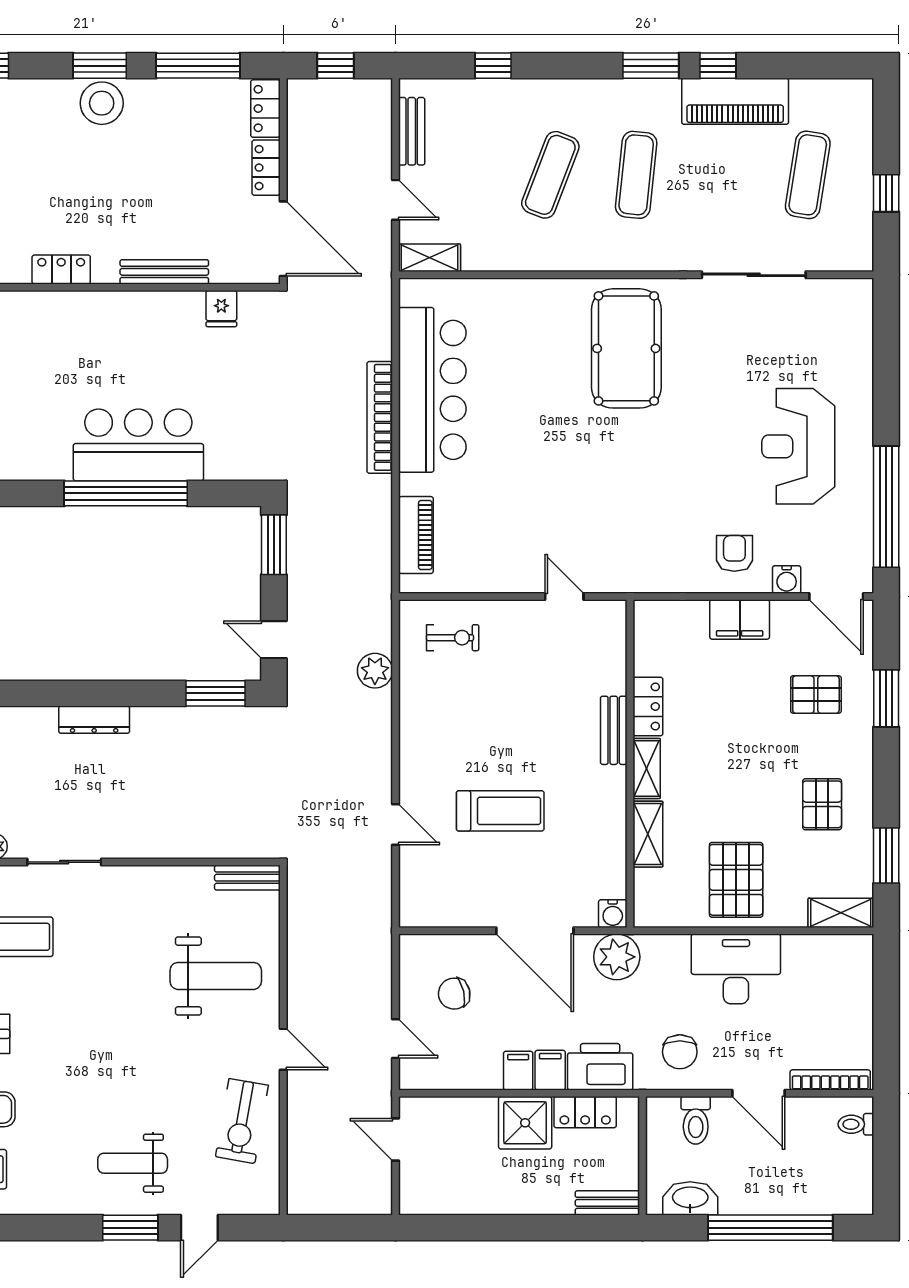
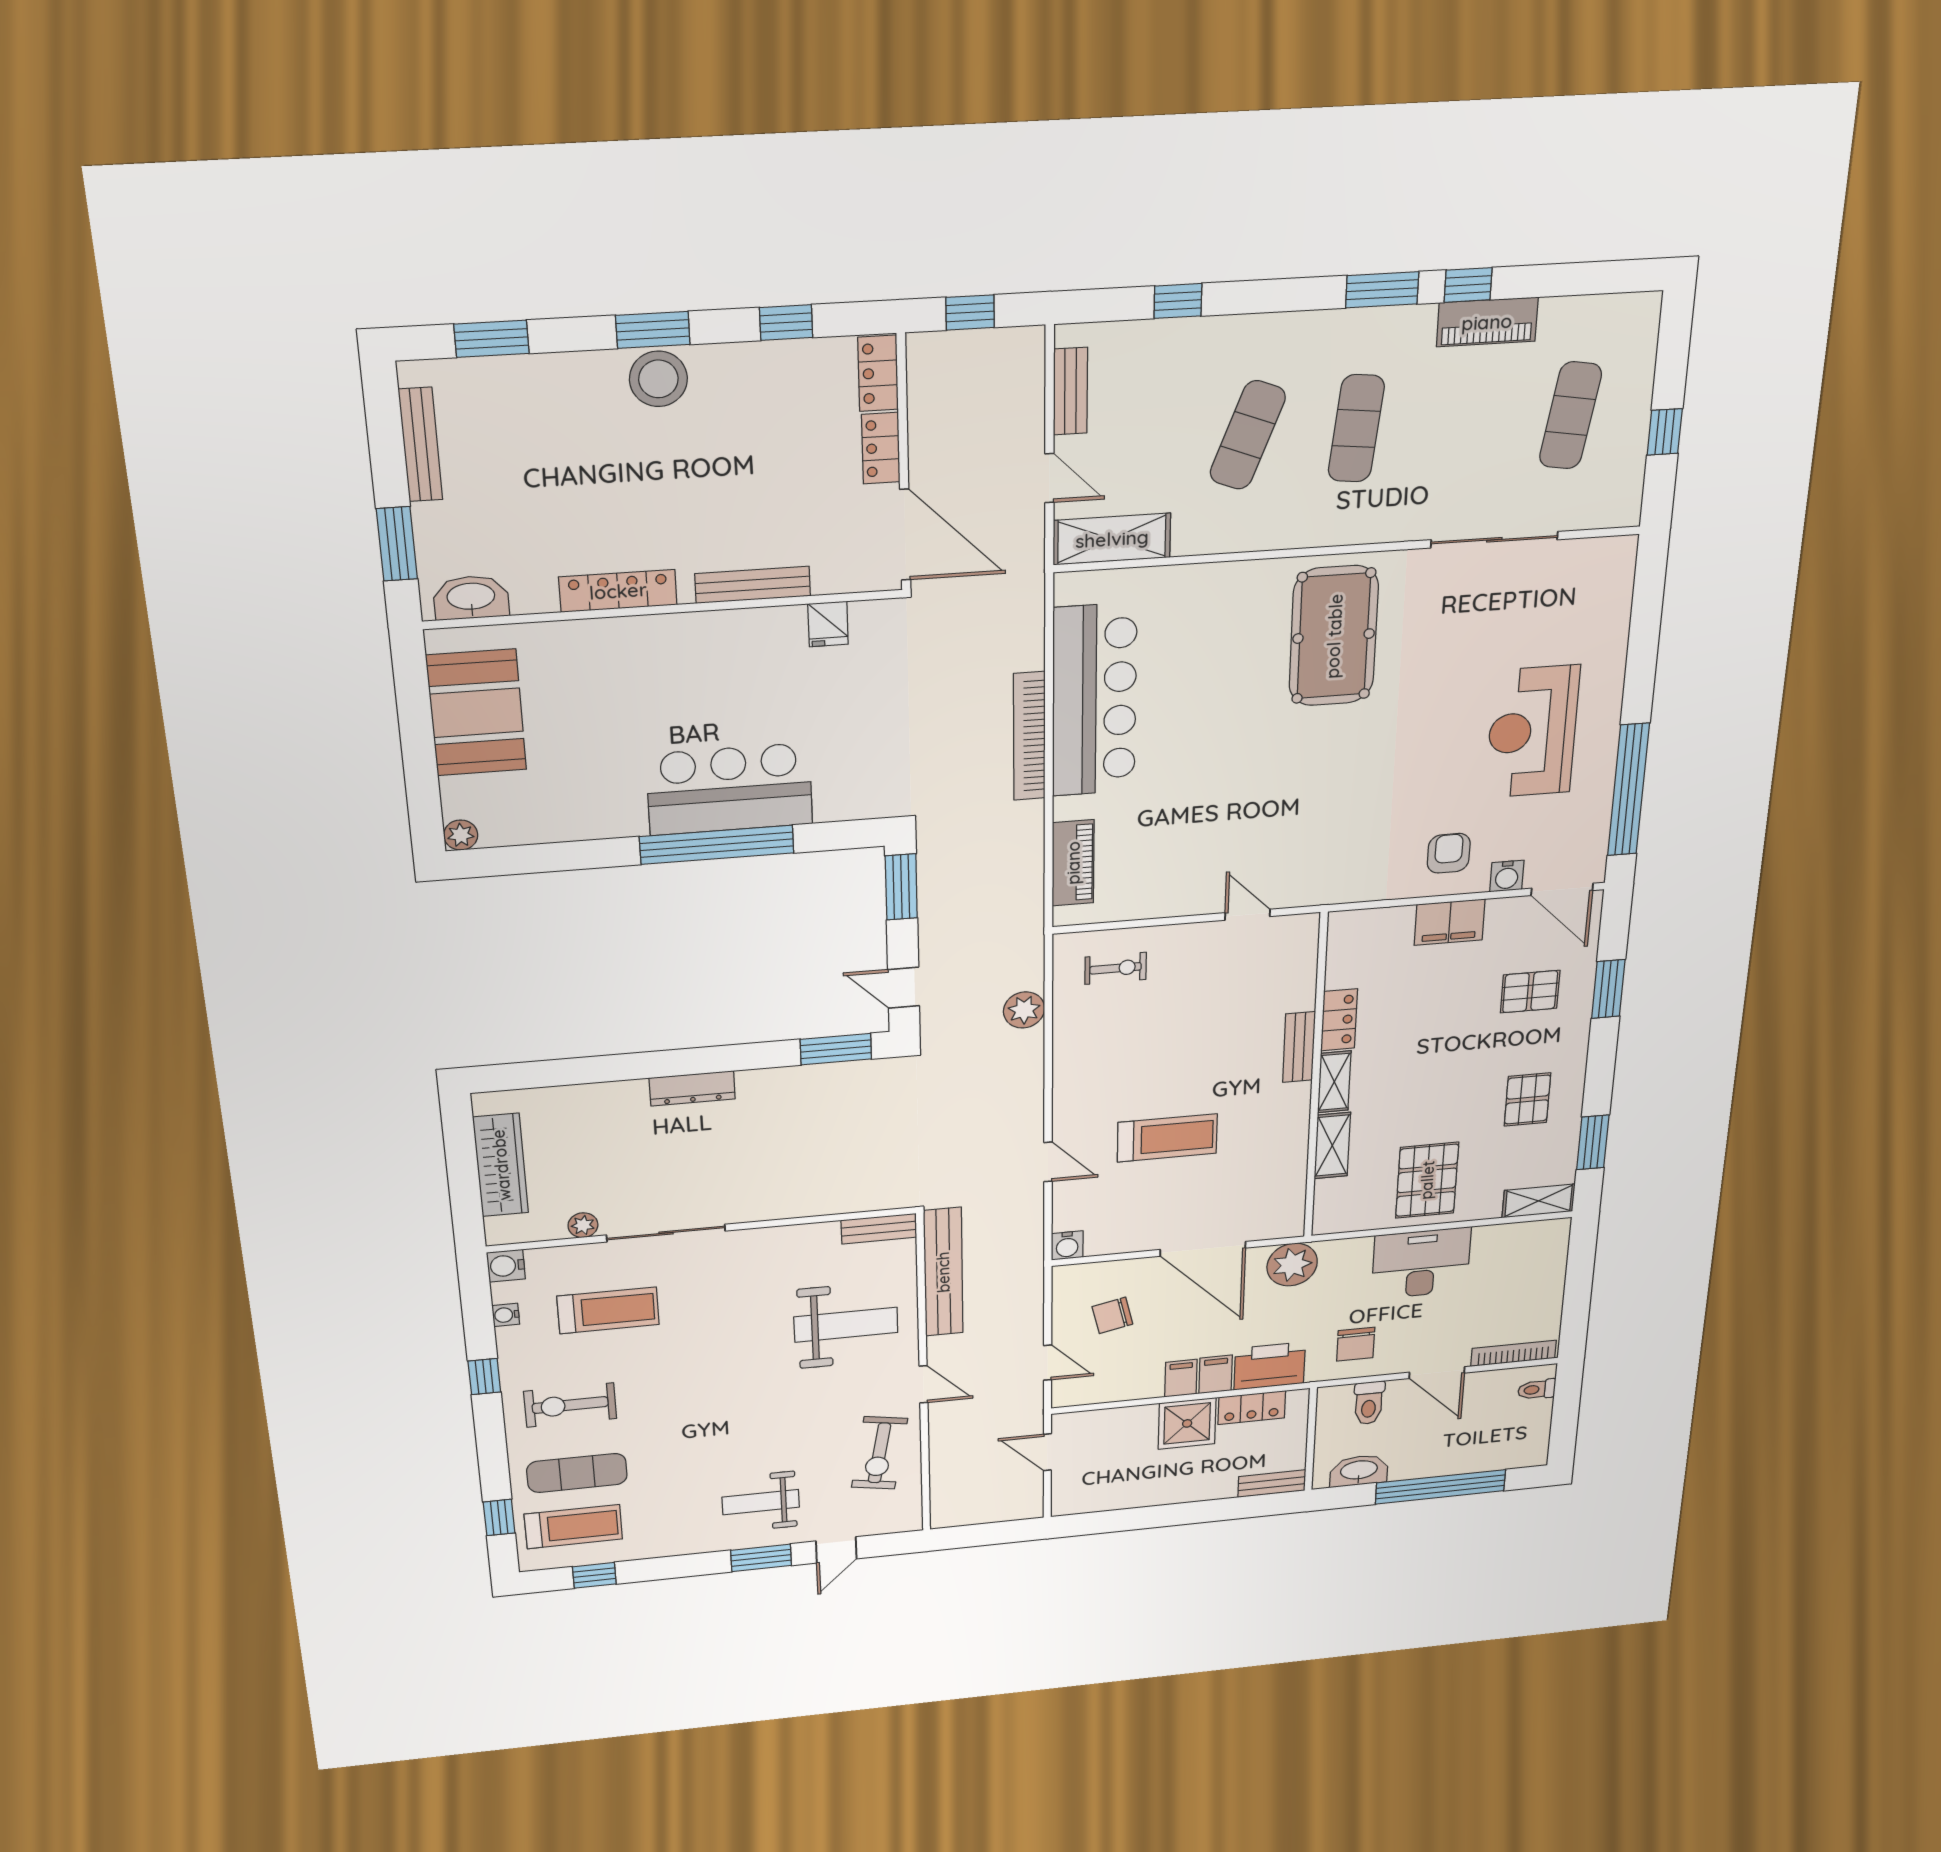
window: (198, 66) -> (786, 323), width x0.46
piano: (735, 101) -> (1487, 322), width x0.73, depth x0.75
shelving: (430, 258) -> (1112, 539), width x1.50, depth x1.33
locker: (61, 270) -> (618, 591), width x1.53
sliding door: (64, 862) -> (666, 1233), width x1.37
water cooler: (613, 914) -> (1067, 1245), moved
bench: (303, 930) -> (943, 1272), added

